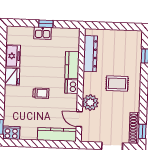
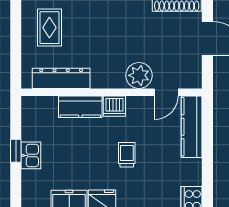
rug: (117, 83) -> (49, 28), moved

